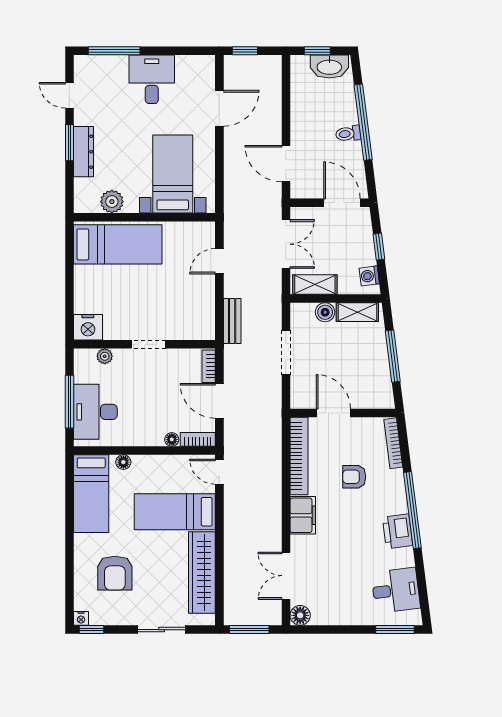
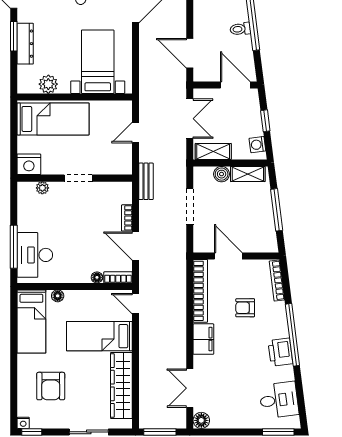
nightstand: (88, 327) -> (29, 164), moved
wall: (144, 344) -> (75, 178), moved
doorway: (149, 344) -> (78, 178), moved
plant: (105, 356) -> (42, 188), moved

